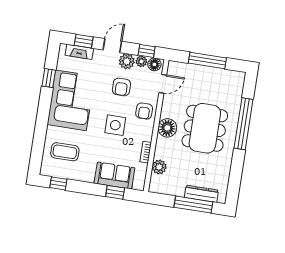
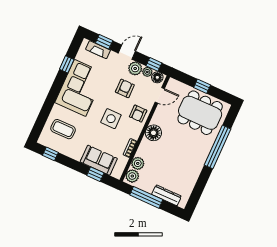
window: (207, 61) -> (202, 86), width x0.46
armchair: (121, 87) -> (125, 88), turned 180
dining table: (205, 128) -> (200, 113), moved, turned 90
plant: (157, 183) -> (132, 176), added
window: (193, 205) -> (146, 197), moved

